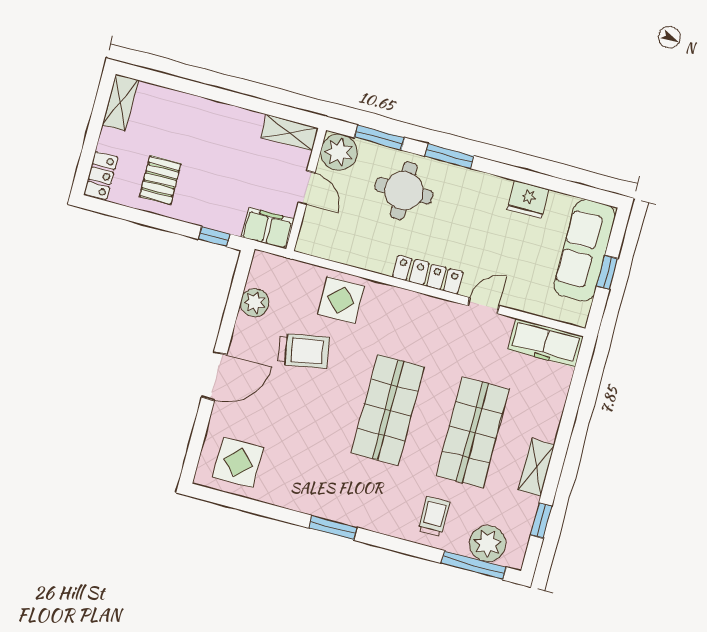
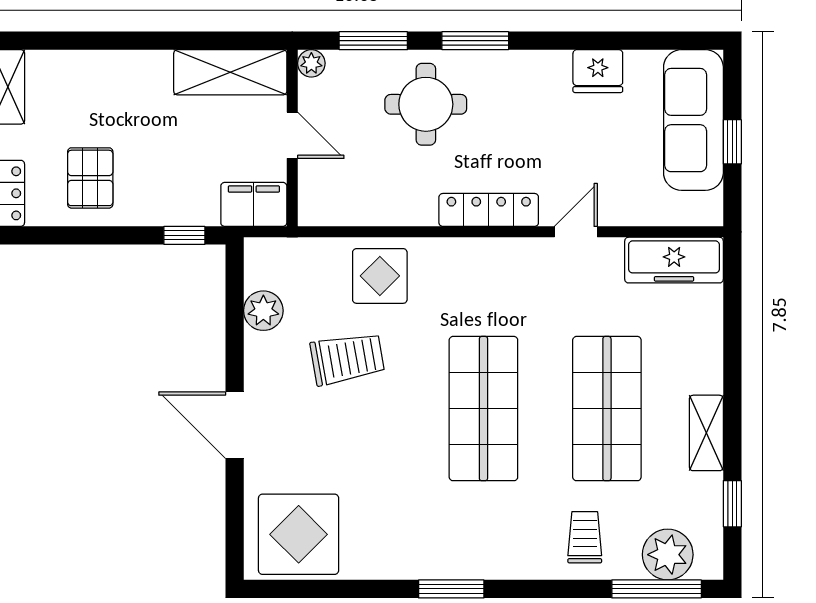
shelving: (290, 133) -> (230, 72), width x1.50, depth x1.33
plant: (339, 152) -> (311, 63), width x0.53, depth x0.53
door: (214, 376) -> (235, 425), swing flipped
display table: (238, 462) -> (299, 534), width x1.36, depth x1.36

